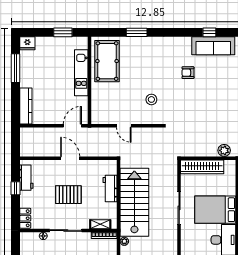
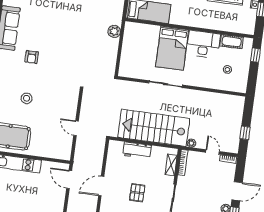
stool: (151, 99) -> (27, 98), moved
door: (124, 126) -> (76, 128), swing flipped
wardrobe: (202, 167) -> (128, 55), removed
pallet: (68, 195) -> (137, 193), width x0.67, depth x0.71

